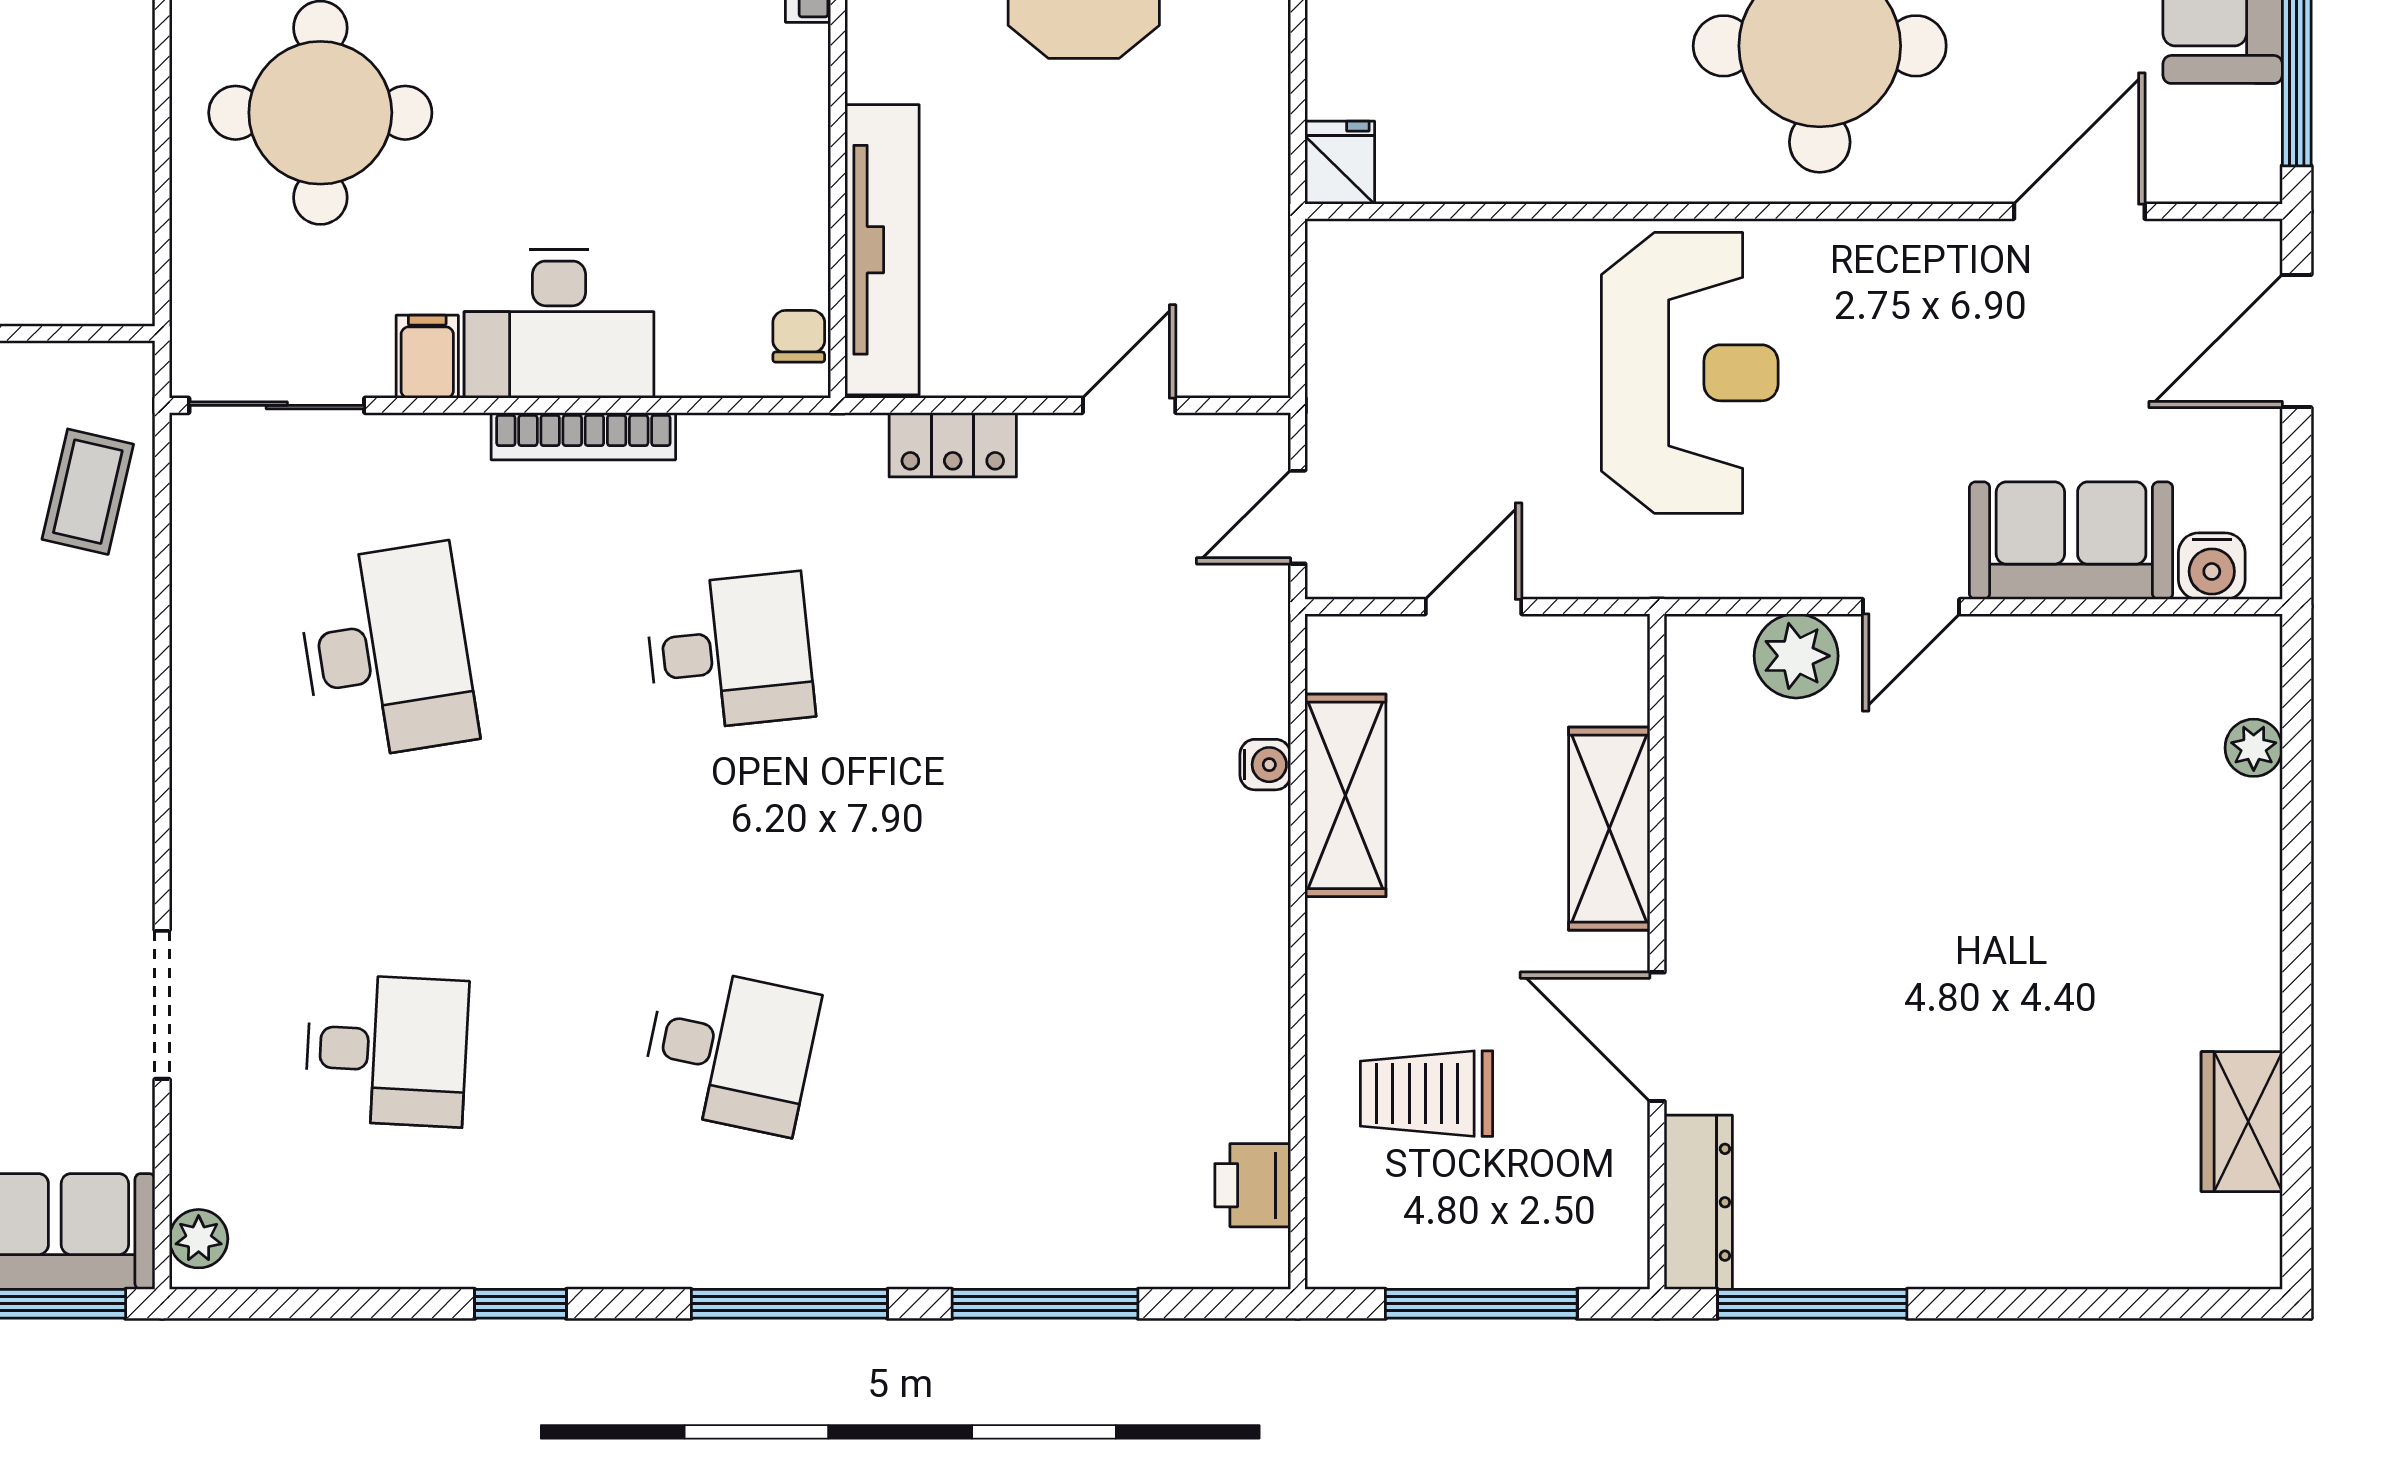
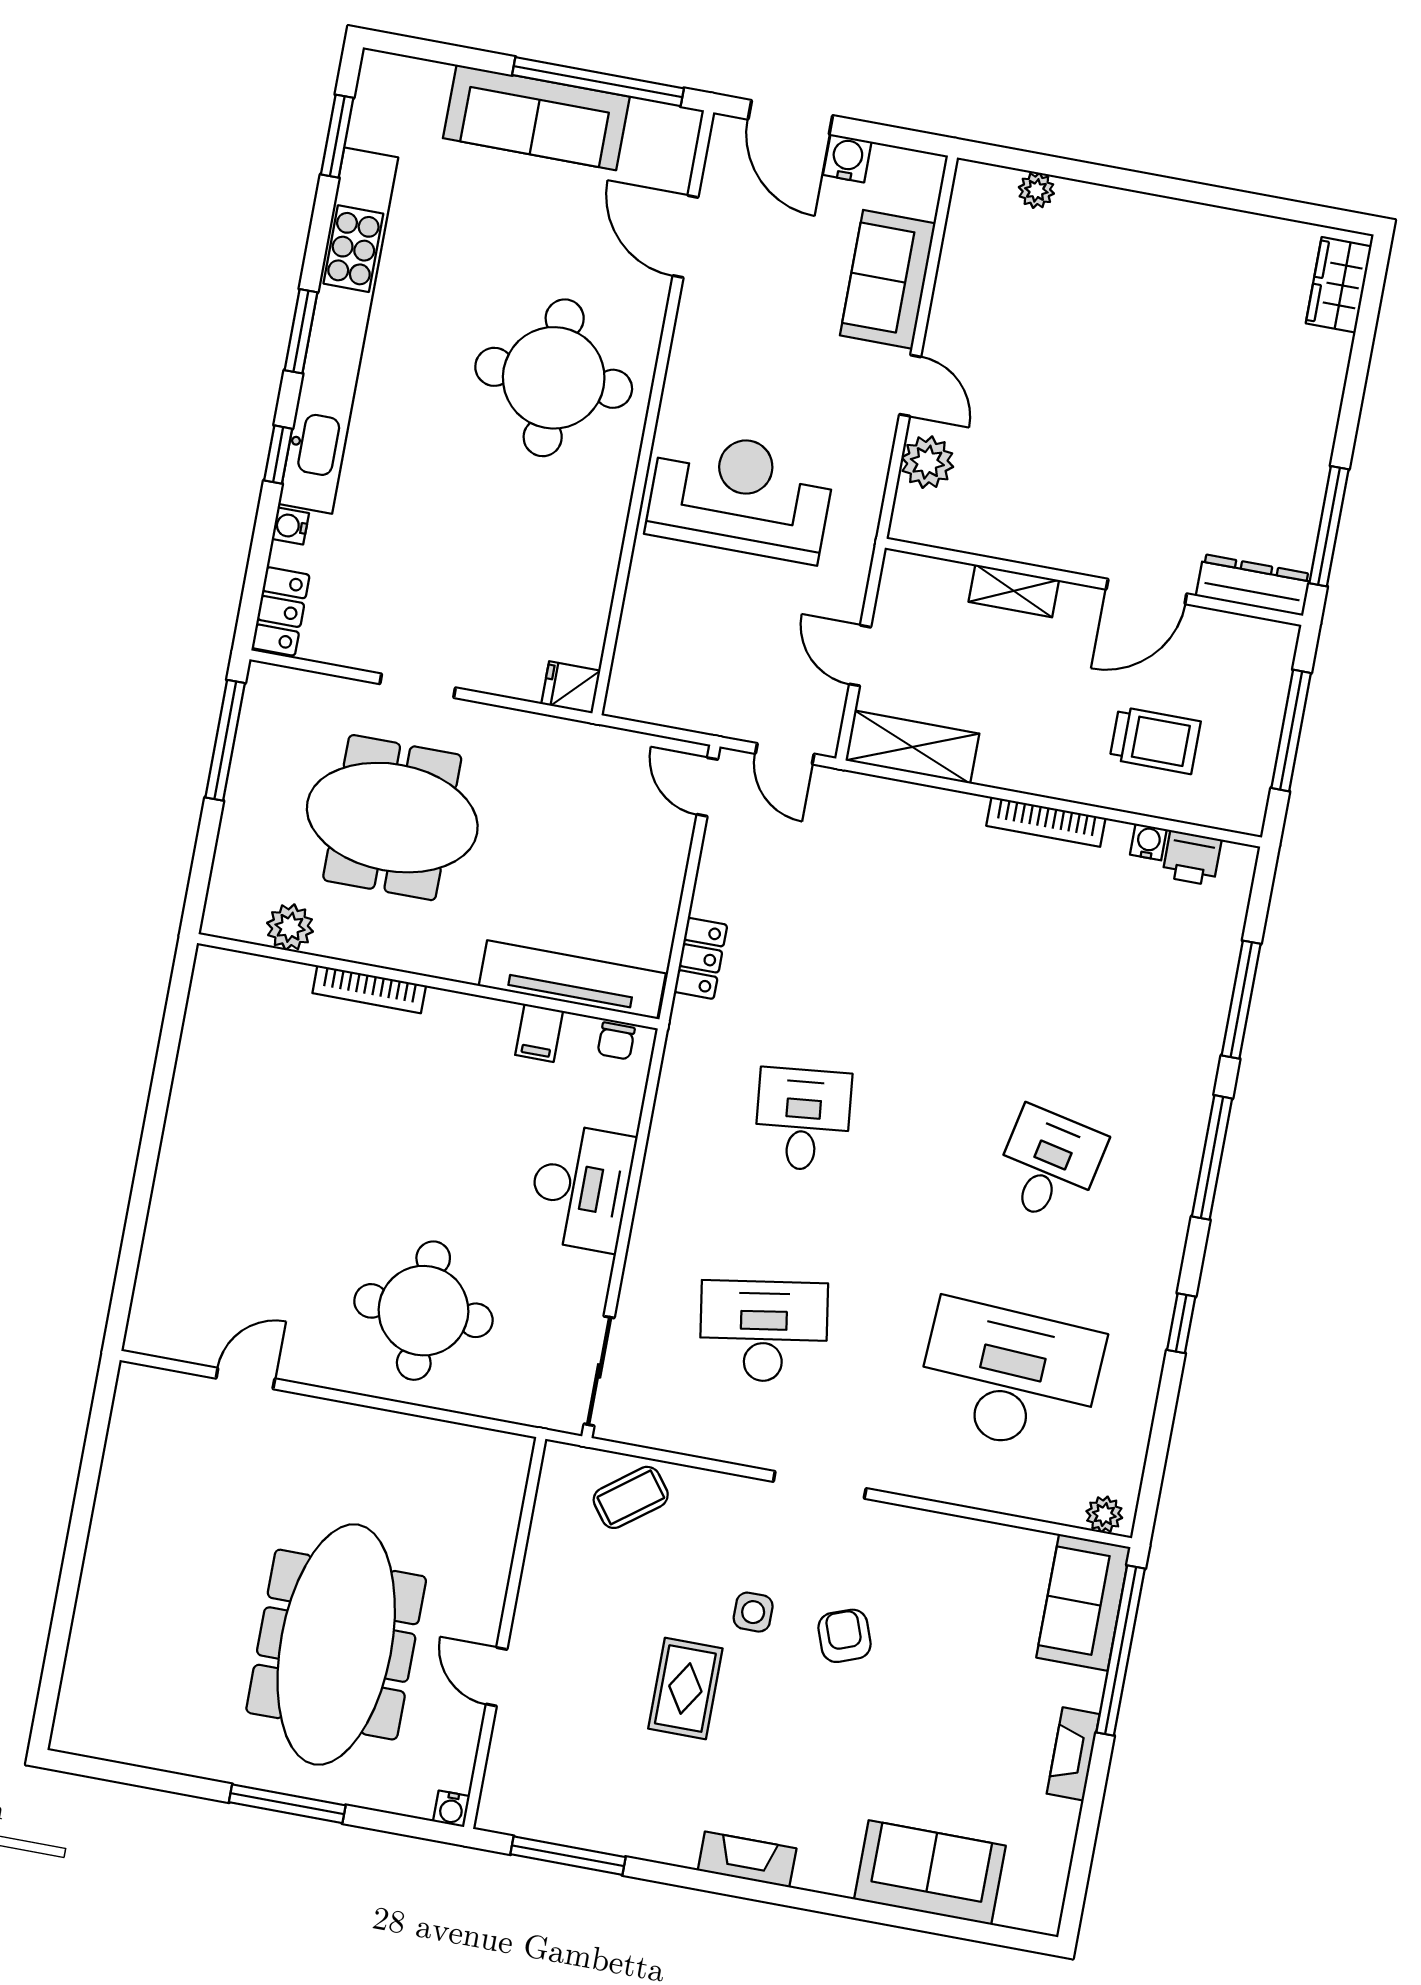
chair: (799, 336) -> (616, 1041), turned -90
filing cabinet: (427, 357) -> (539, 1033), moved, turned -90
door: (1129, 405) -> (707, 787), moved
bookcase: (583, 436) -> (1046, 822), moved, turned 90
coffee table: (88, 492) -> (631, 1497), turned -50
water cooler: (2212, 566) -> (847, 158), moved, turned -90
water cooler: (1265, 765) -> (1148, 842), moved
shelving: (1345, 795) -> (912, 747), moved
shelving: (1609, 829) -> (1014, 591), width x0.67, depth x0.75
doorway: (162, 1005) -> (820, 1485), moved
desk: (387, 1050) -> (1010, 1377), width x1.87, depth x1.30
trolley: (1426, 1094) -> (1155, 740), turned -90
wardrobe: (2242, 1122) -> (1339, 285), moved, turned 90

